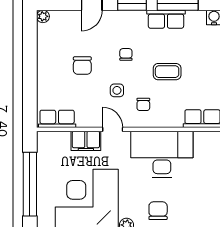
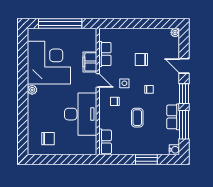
row of seats: (57, 119) -> (105, 54), moved
door: (113, 129) -> (98, 80), hinge flipped
chair: (158, 211) -> (48, 139), moved

